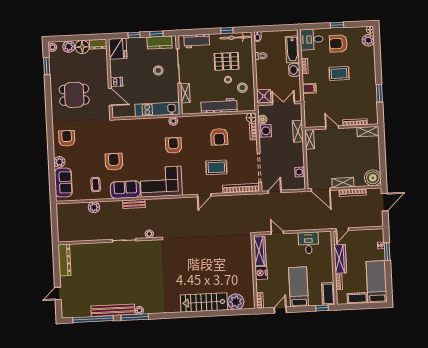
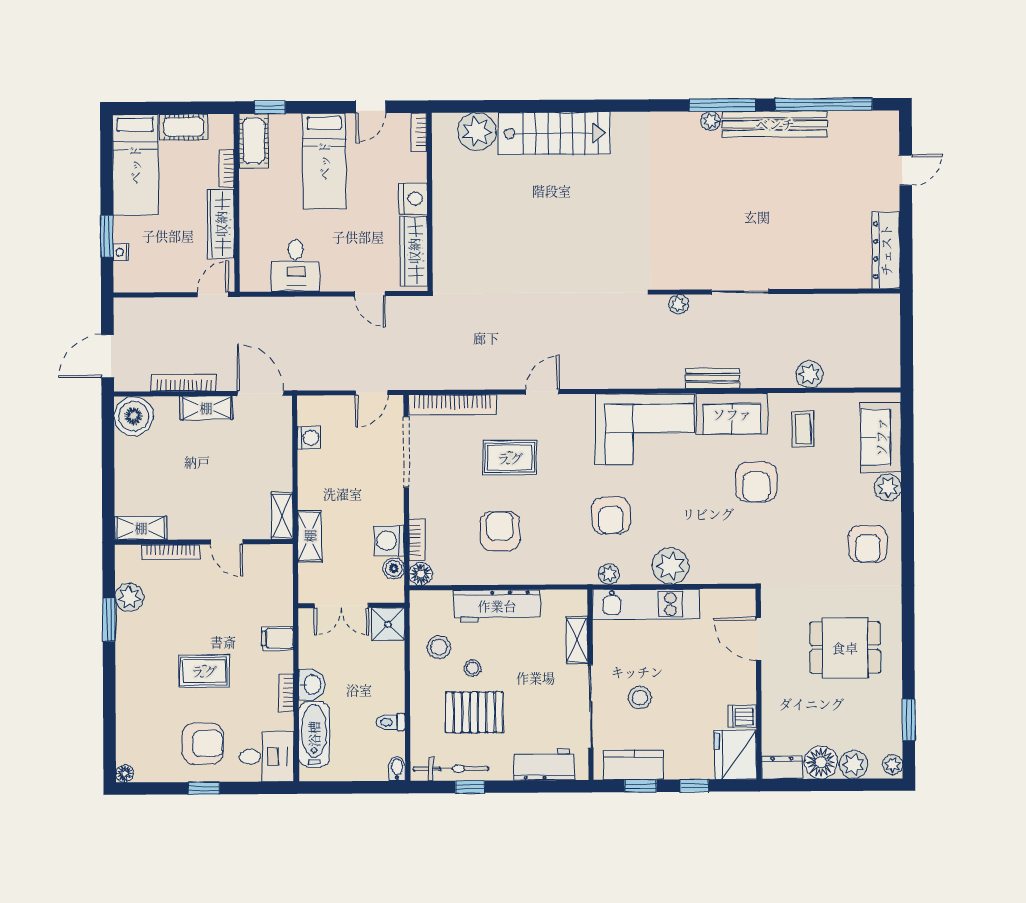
plant: (368, 40) -> (129, 597), moved
dishwasher: (116, 82) -> (742, 716), moved
plant: (148, 126) -> (670, 566), added

